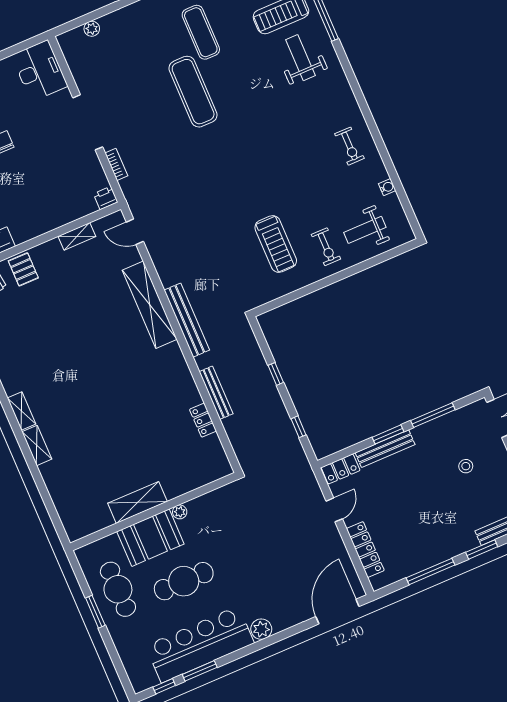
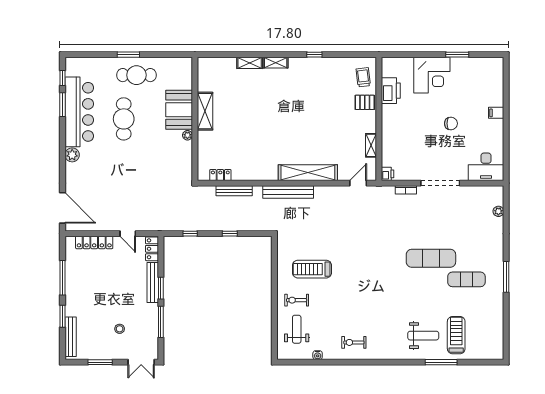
shelving: (137, 502) -> (205, 111), moved
wall: (154, 511) -> (195, 119), moved
plant: (180, 512) -> (187, 135), moved
booth: (150, 538) -> (179, 110), moved

